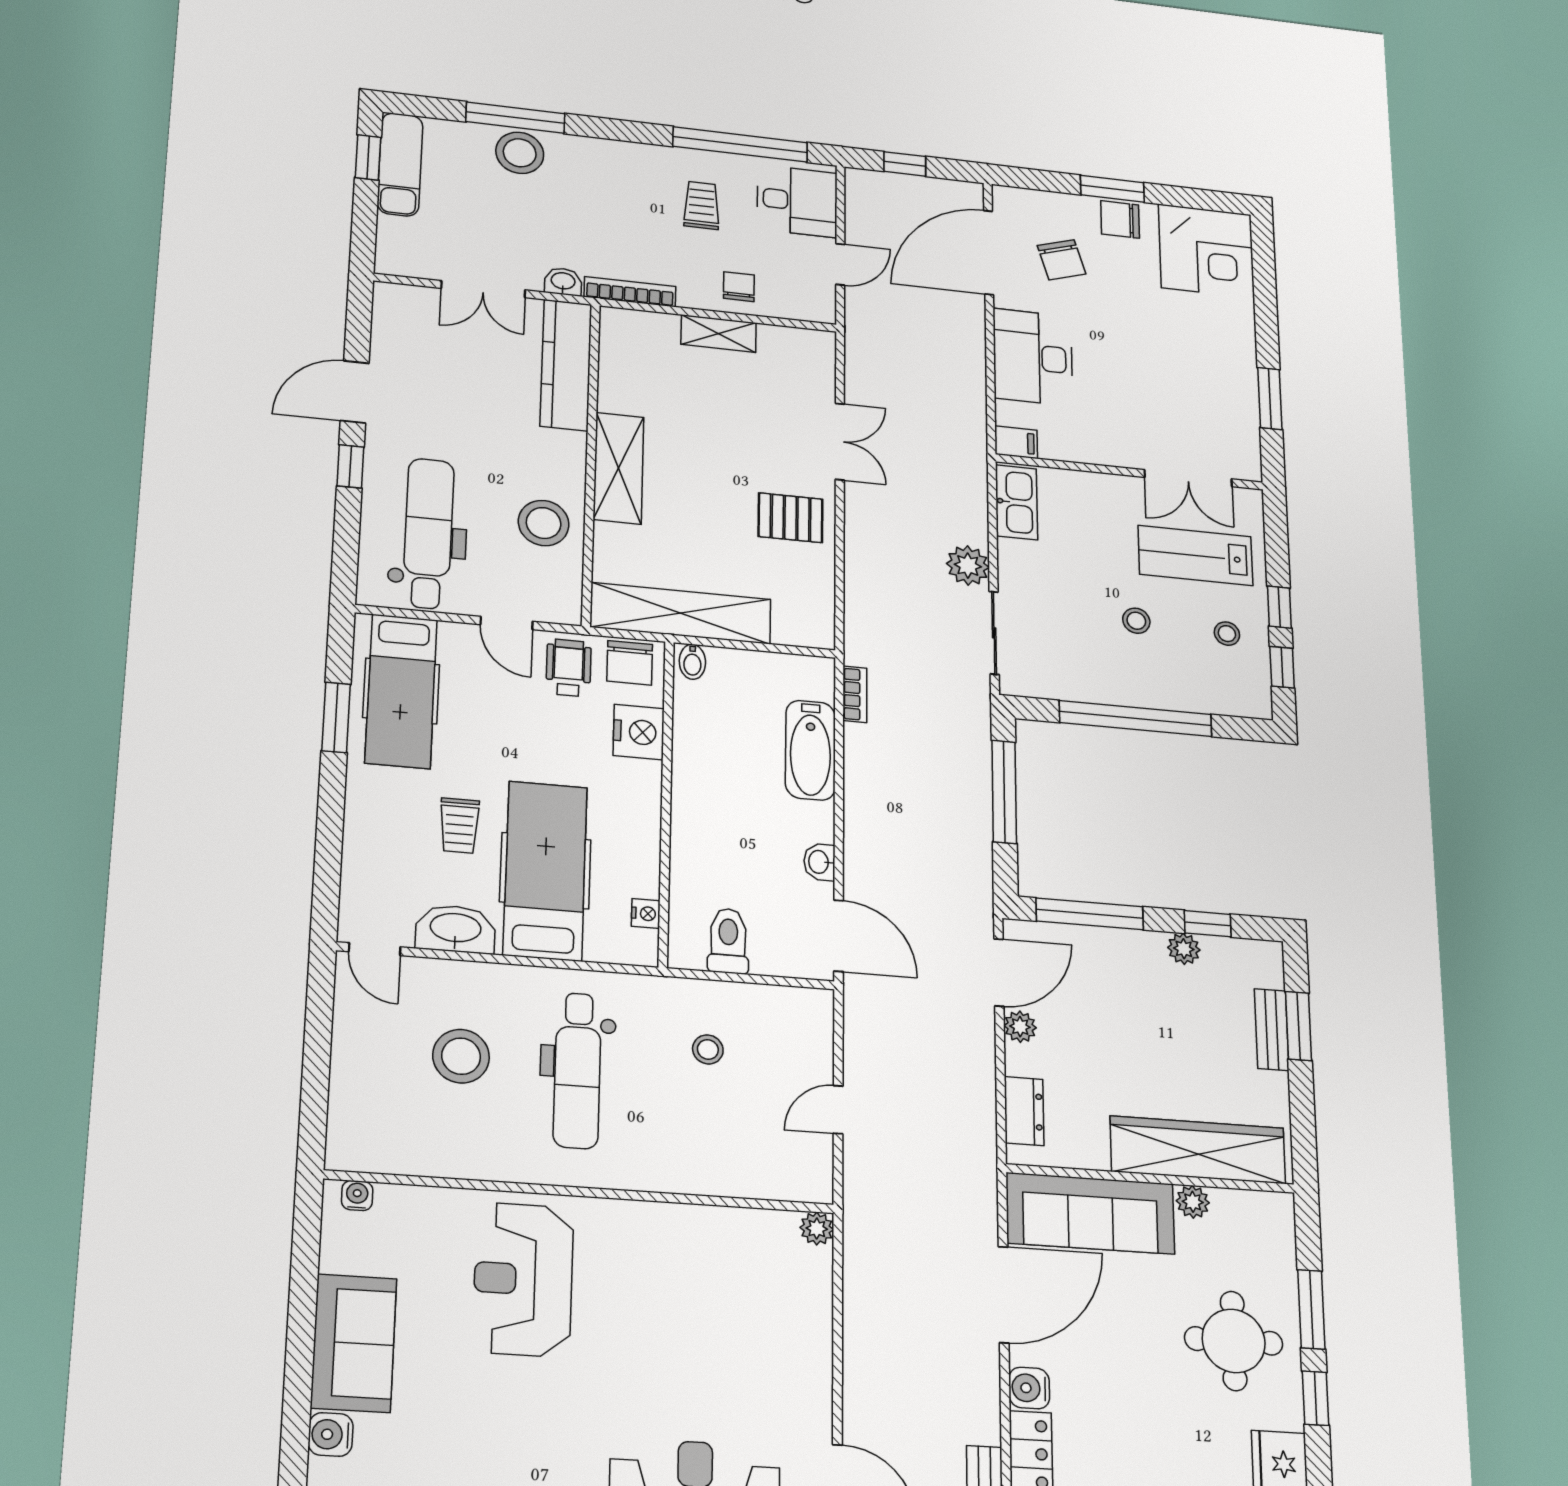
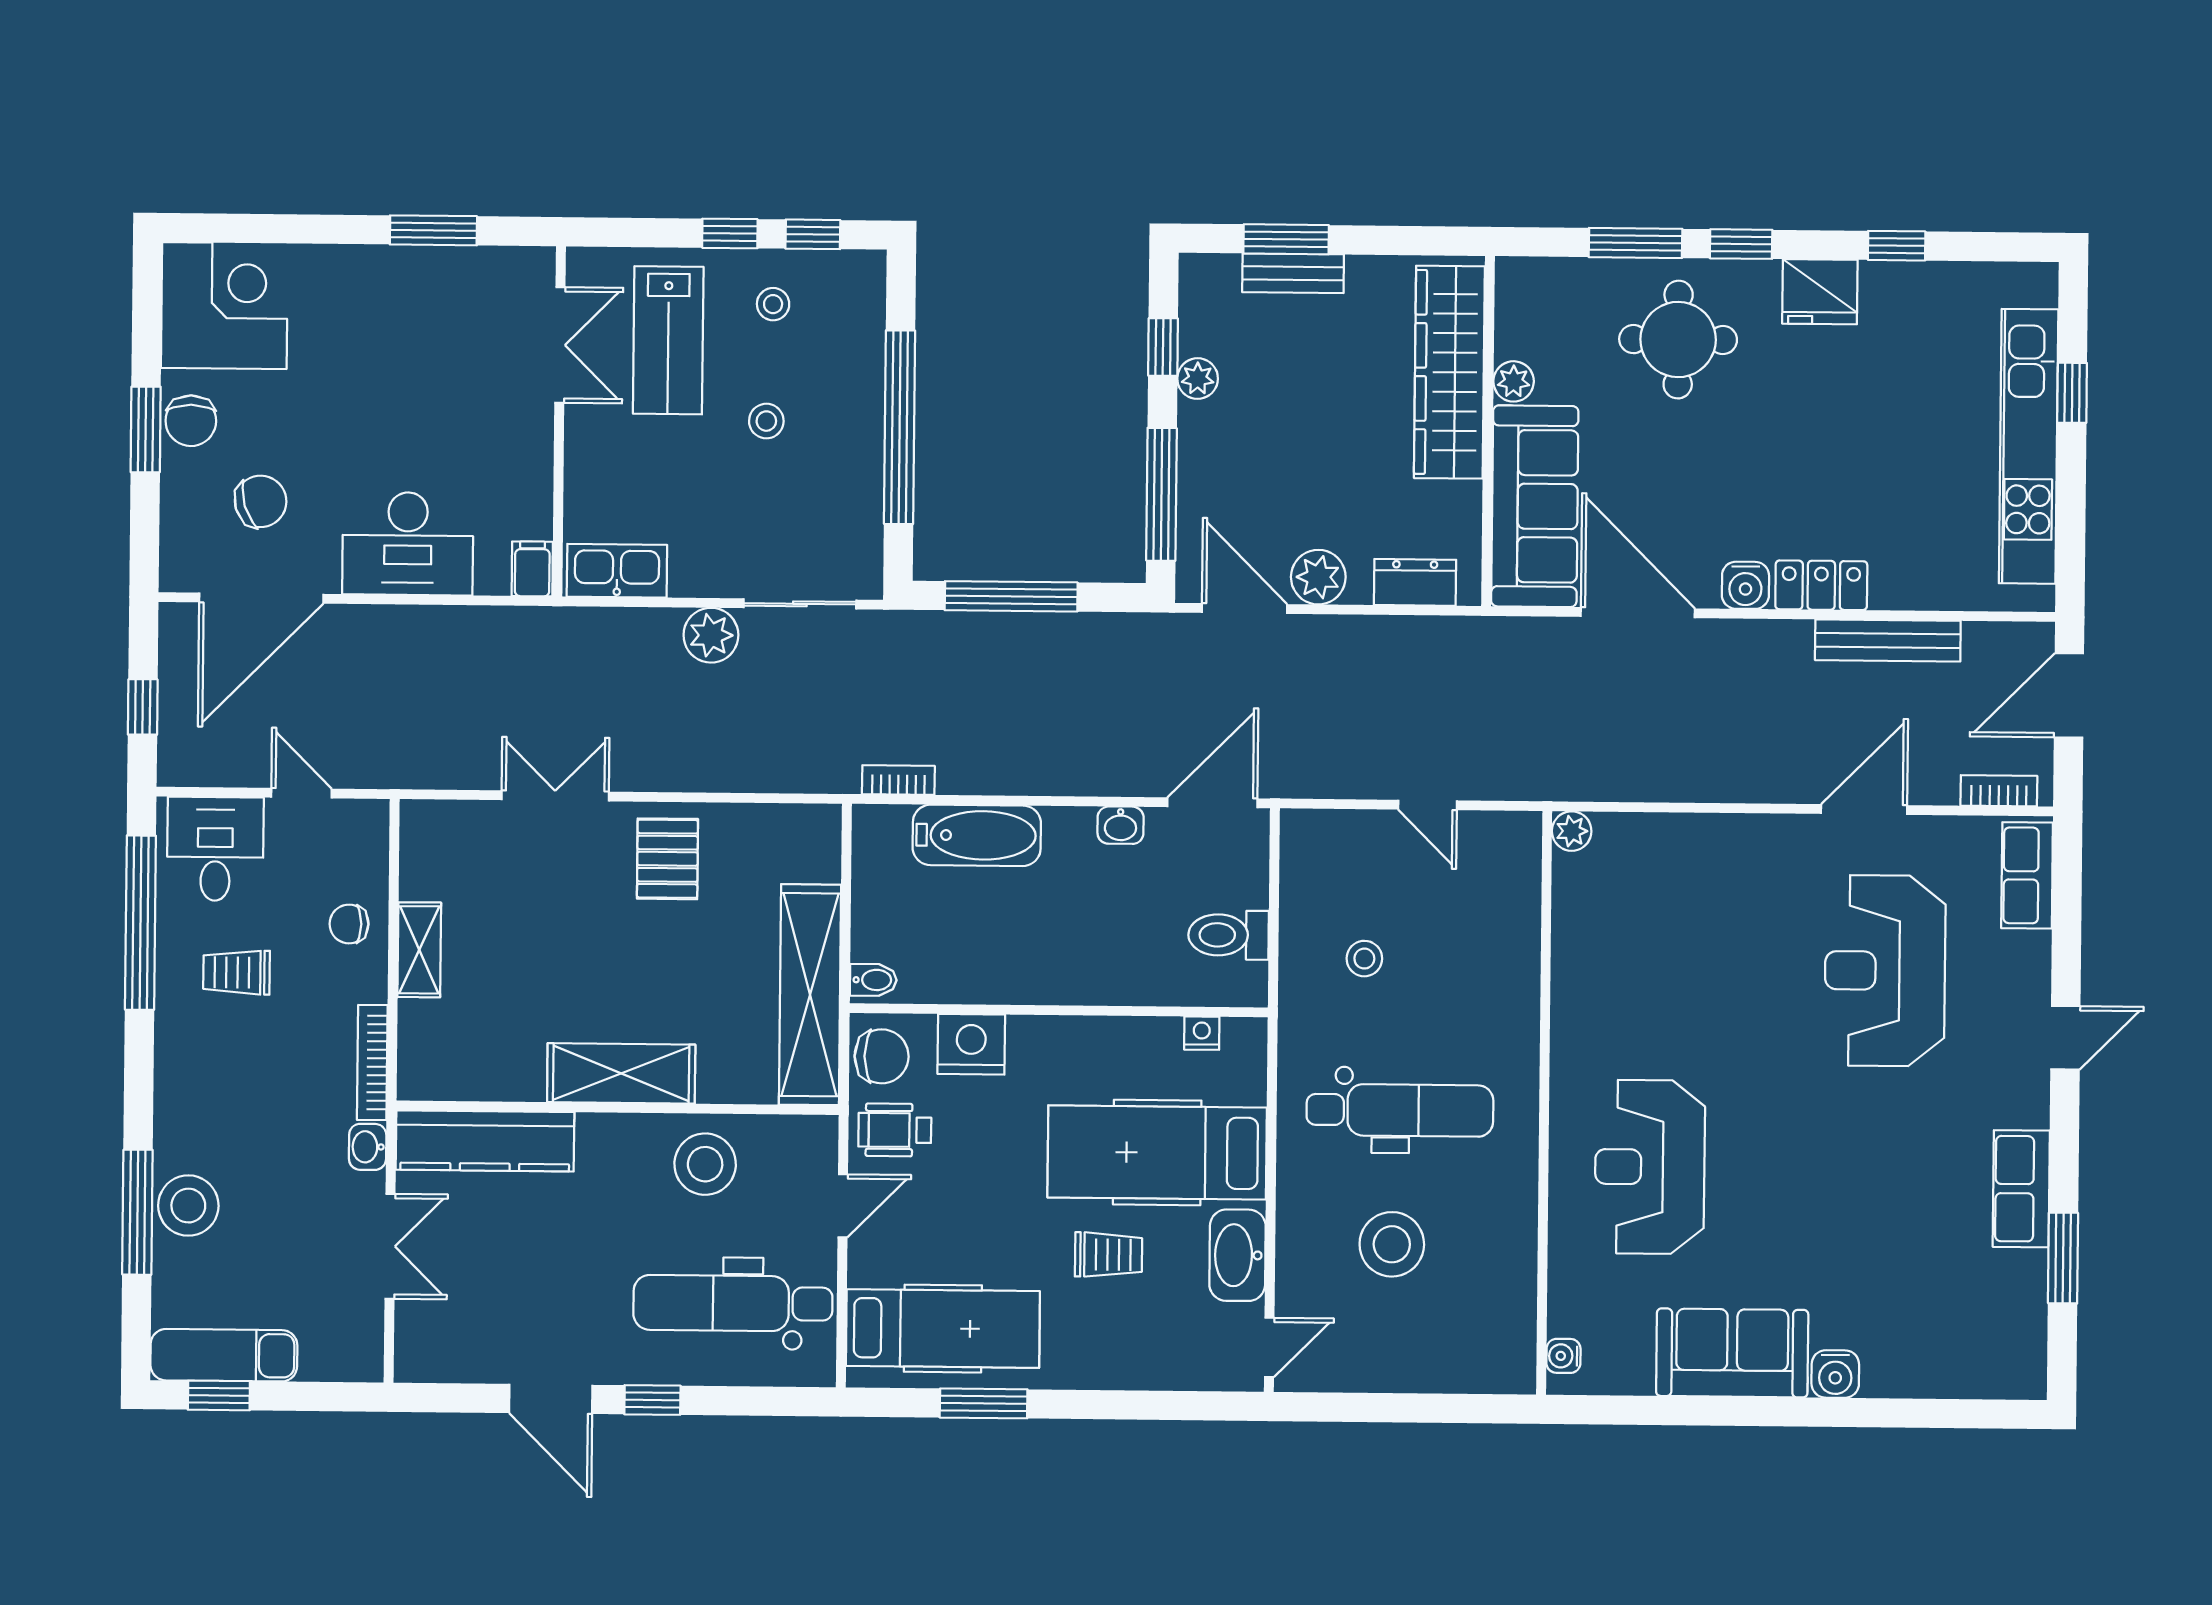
door: (989, 253) -> (261, 598), hinge flipped
plant: (1020, 1027) -> (1318, 577), width x1.38, depth x1.38
reception desk: (523, 1279) -> (1650, 1167), turned 90

